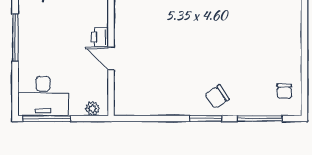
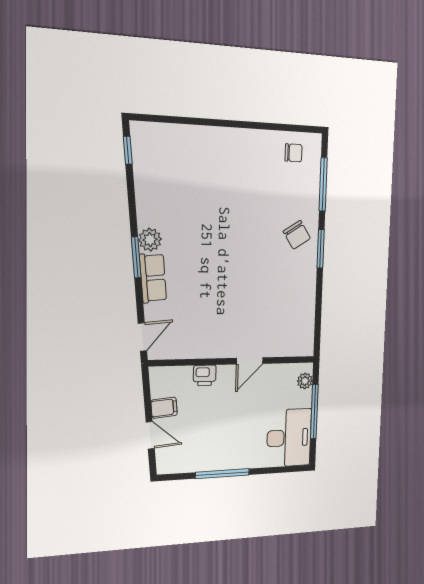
printer: (100, 37) -> (205, 375), moved
window: (46, 119) -> (314, 411), moved

